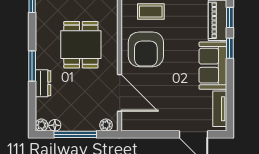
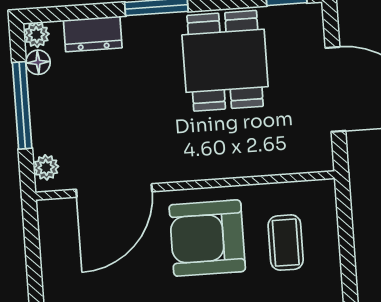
dining table: (81, 45) -> (225, 61), moved, turned 90
dresser: (43, 83) -> (93, 34), moved

